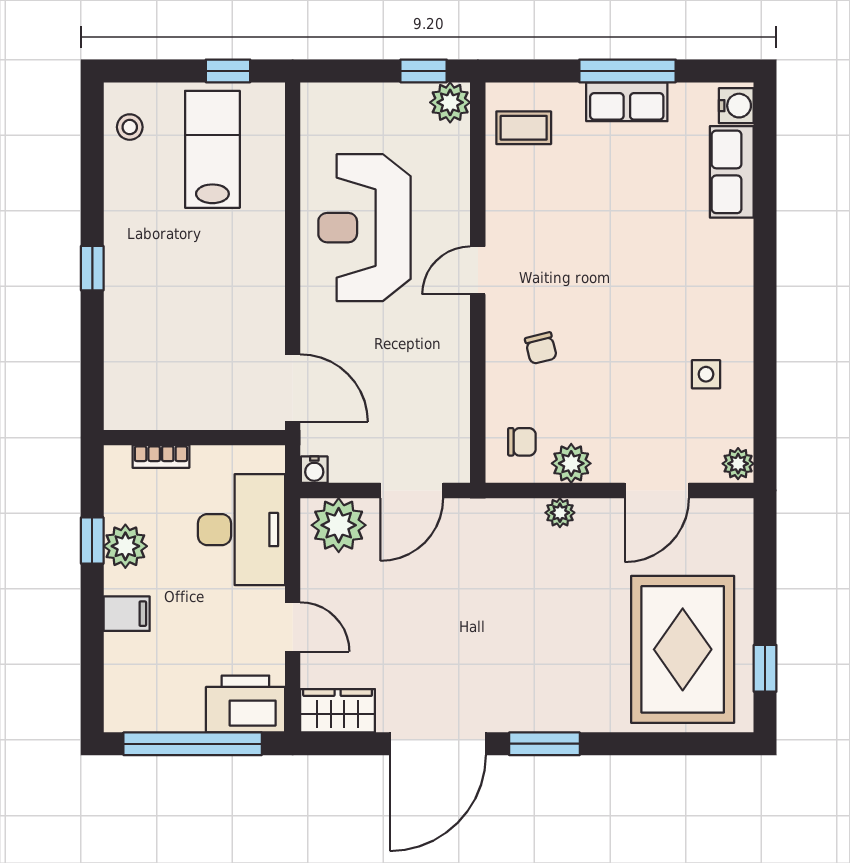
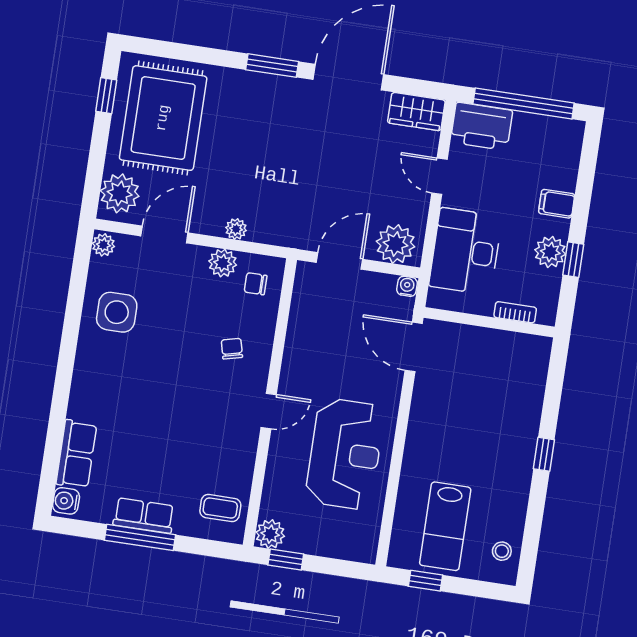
side table: (706, 374) -> (117, 312), width x1.87, depth x1.87
plant: (726, 537) -> (120, 193), added

